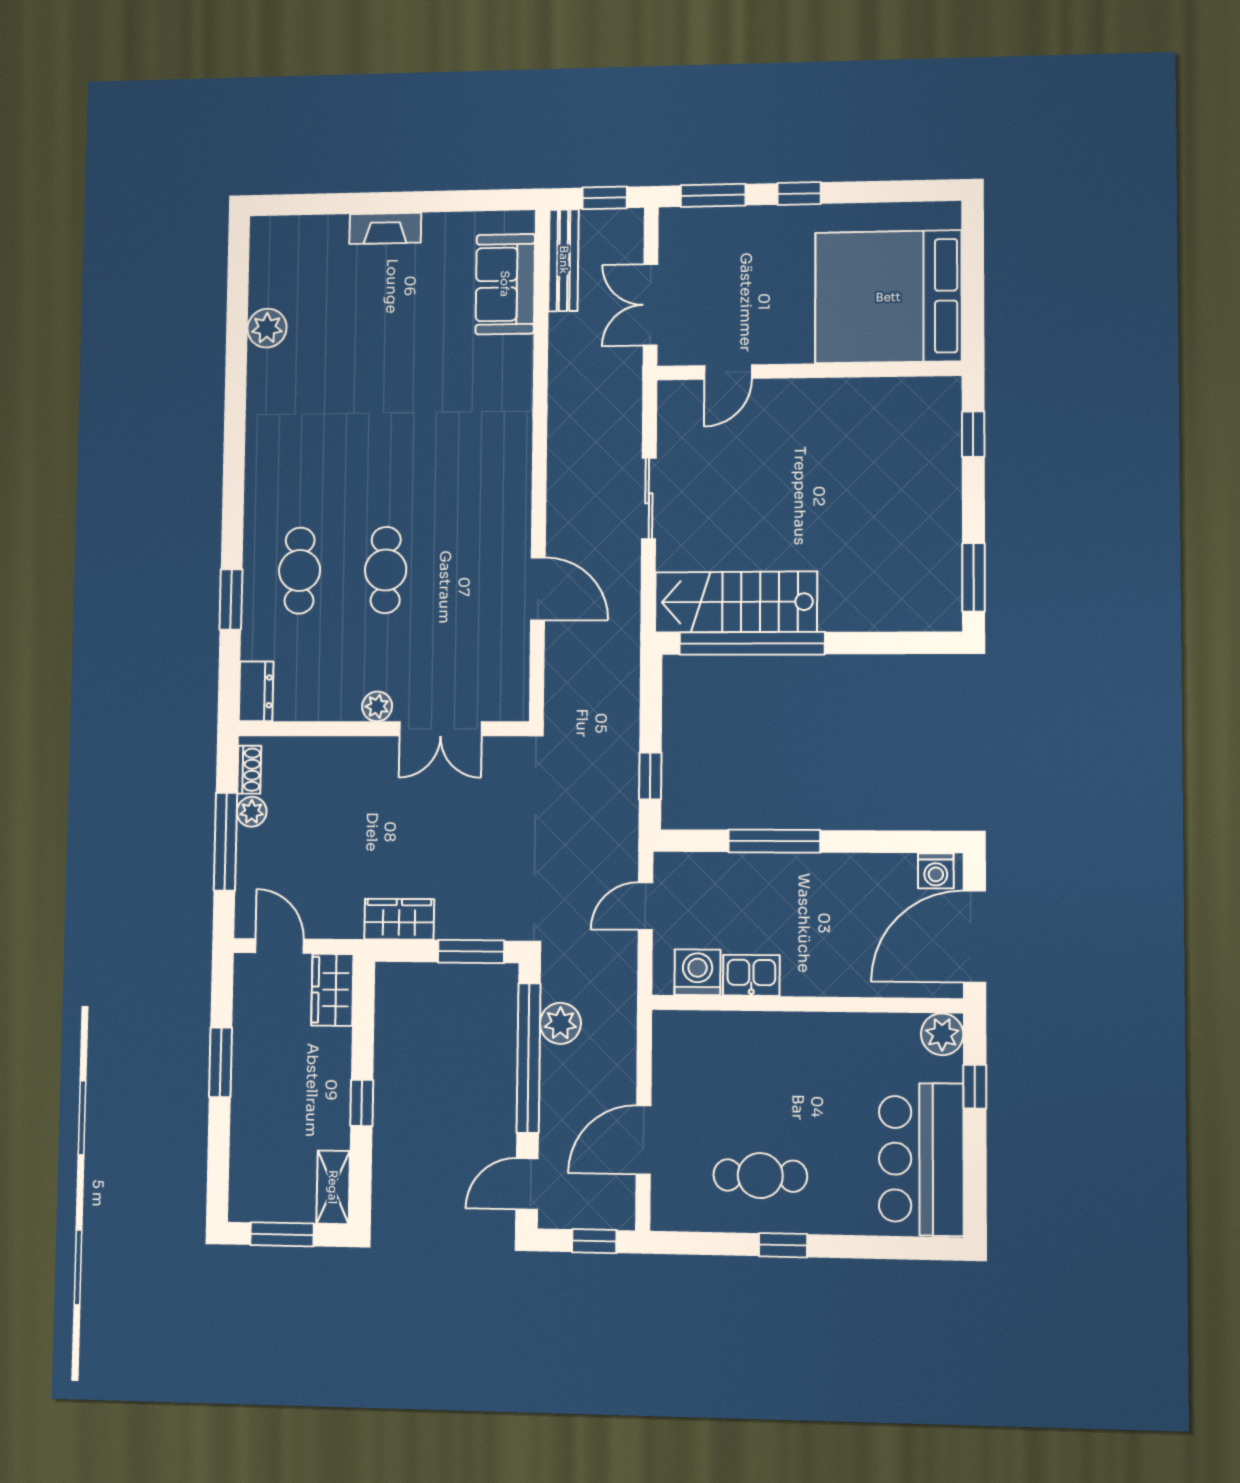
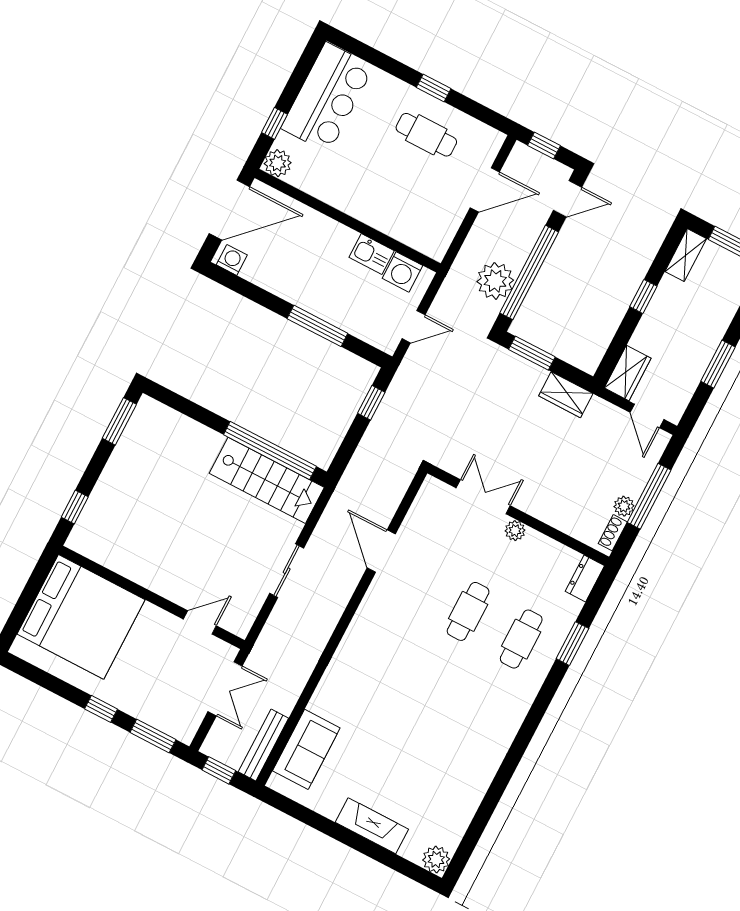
fireplace: (385, 228) -> (372, 826), width x1.37, depth x1.32
plant: (267, 328) -> (436, 859), moved
plant: (560, 1023) -> (495, 281), width x1.36, depth x1.36

